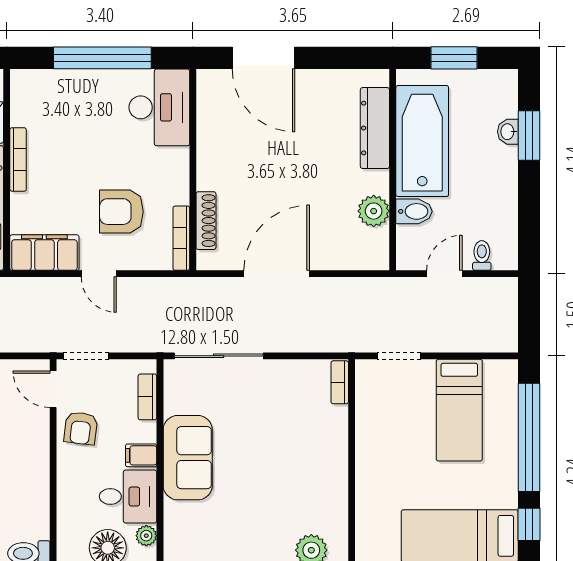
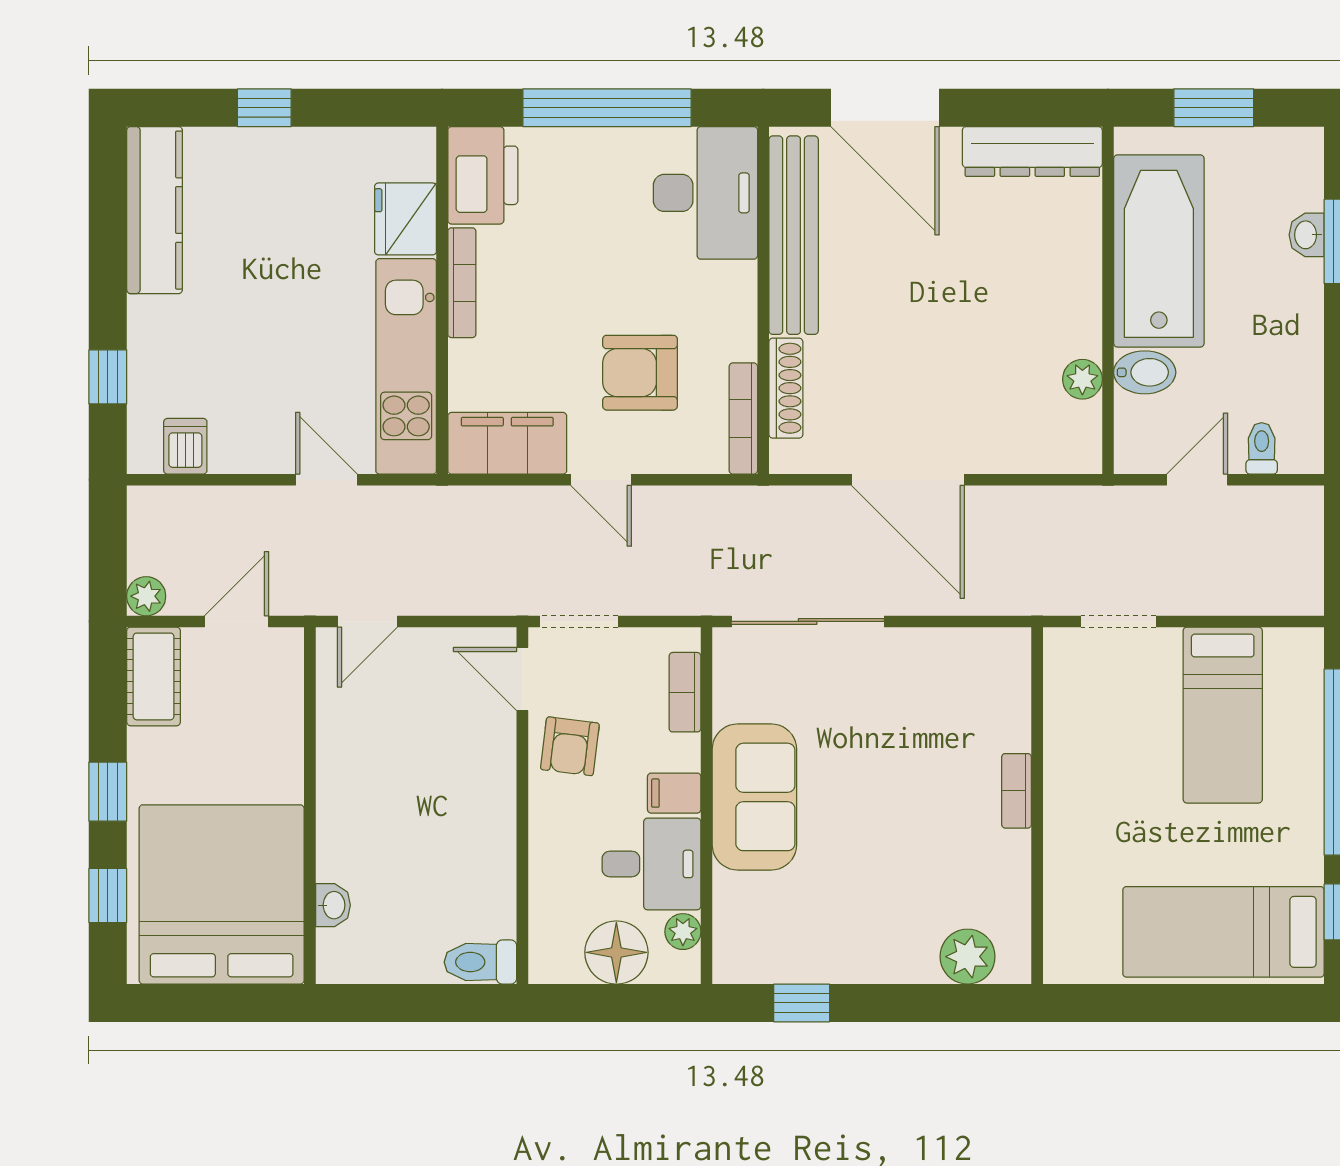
printer: (30, 97) -> (483, 175), added
dresser: (375, 128) -> (1032, 152), moved, turned -90
bench: (210, 132) -> (794, 235), added
plant: (374, 211) -> (1082, 379), width x0.73, depth x0.73
door: (277, 274) -> (908, 480), swing flipped
bookcase: (340, 382) -> (1017, 791), moved

